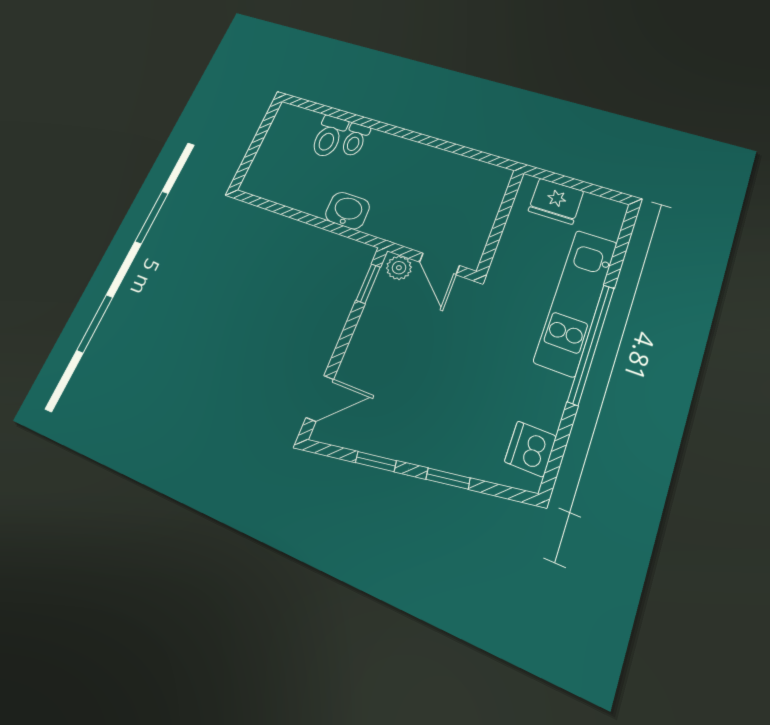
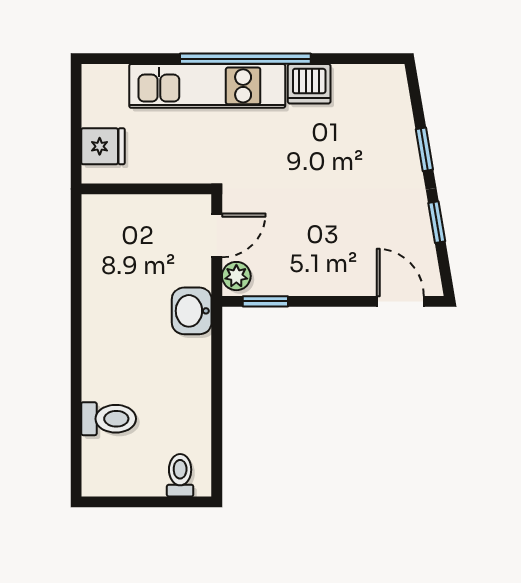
toilet: (355, 140) -> (180, 475), moved, turned -90
fridge: (556, 201) -> (103, 146), width x0.72
washbasin: (348, 211) -> (192, 311), moved
dishwasher: (530, 449) -> (309, 84), moved

